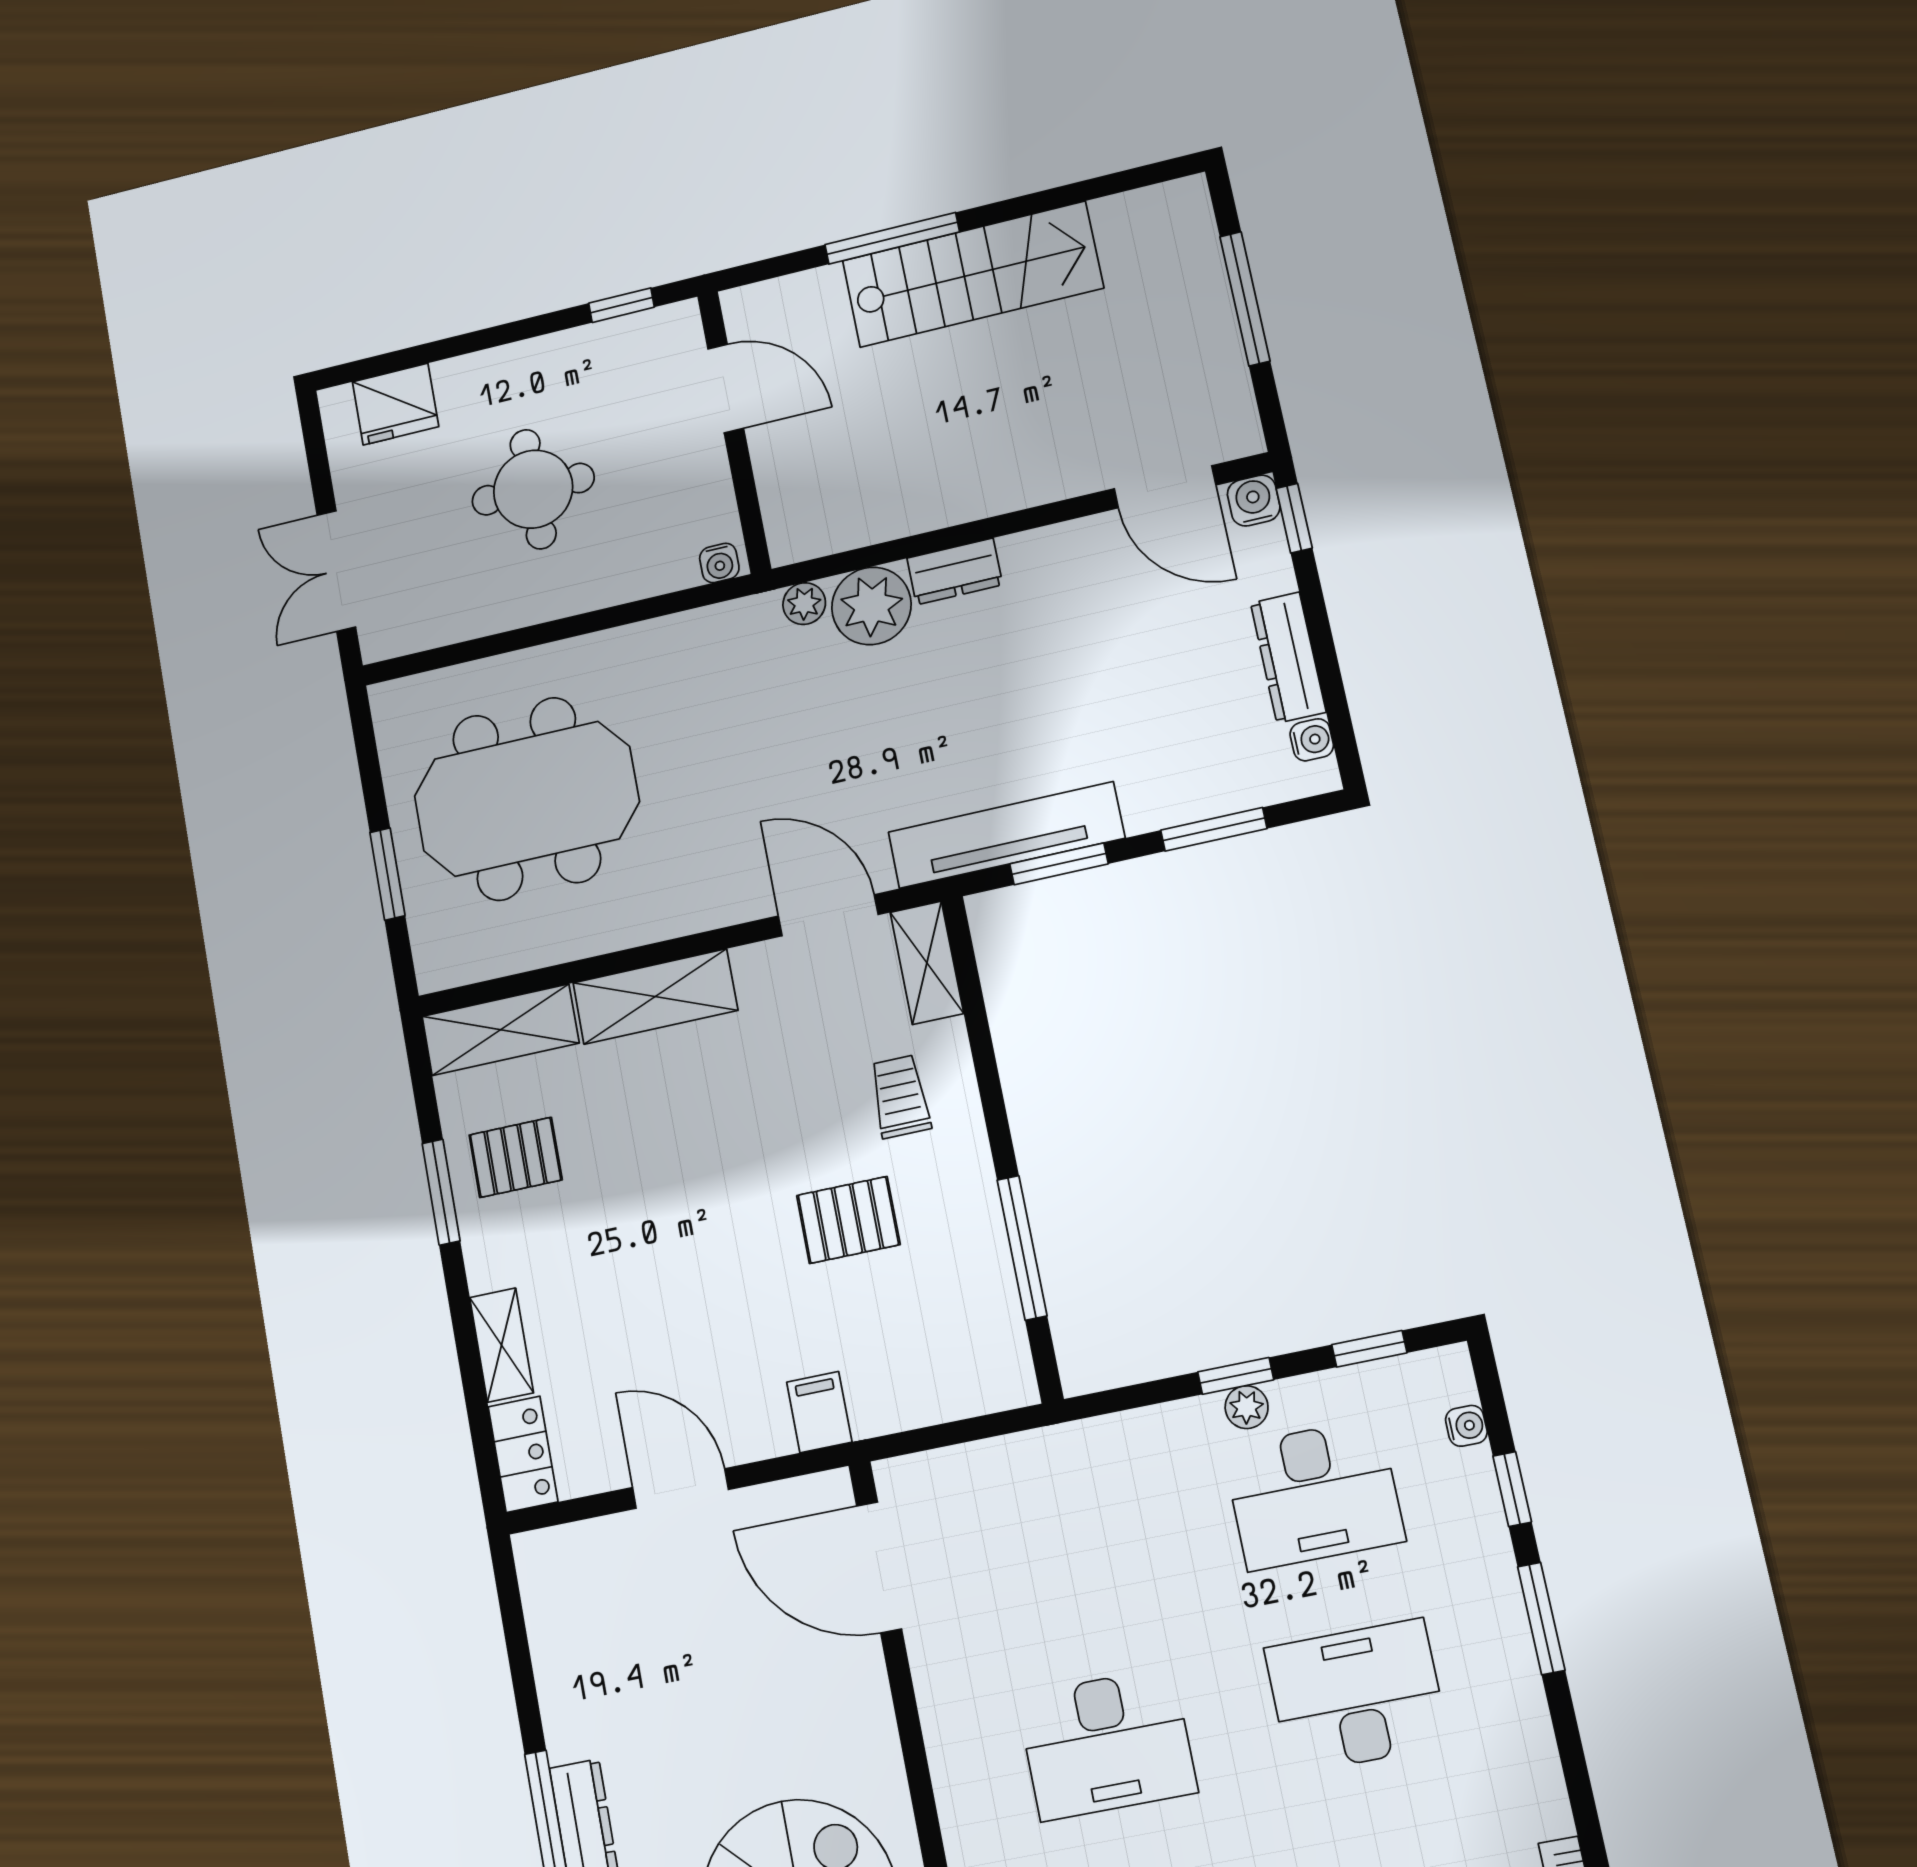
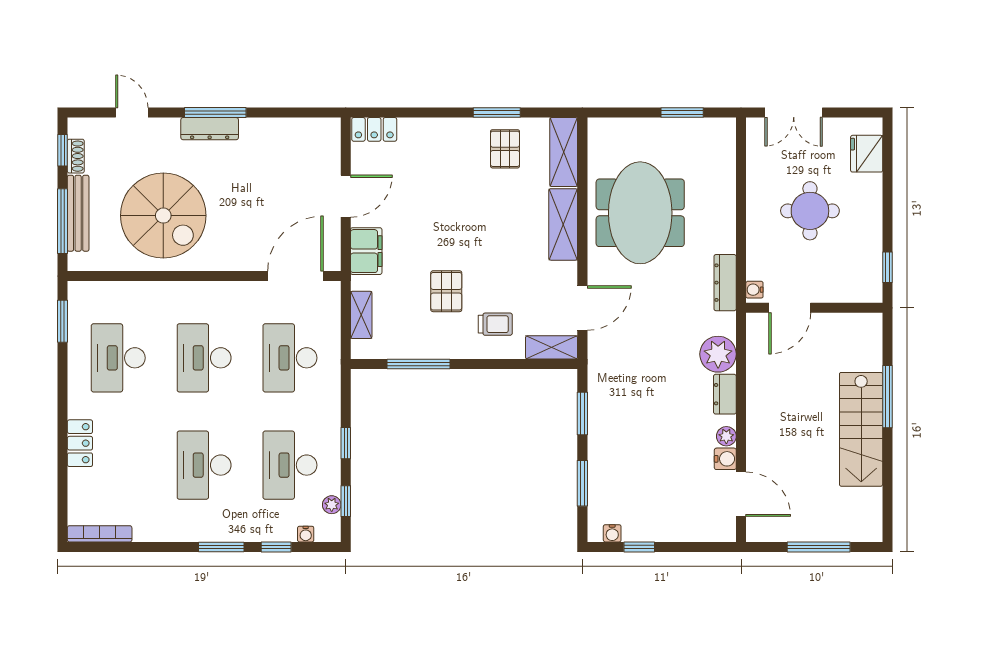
door: (726, 388) -> (790, 308), moved
door: (1165, 487) -> (741, 494), swing flipped
water cooler: (1254, 501) -> (725, 459), moved
window: (1294, 518) -> (639, 547), moved
double door: (336, 571) -> (794, 113), swing flipped
plant: (804, 604) -> (726, 436), moved
dresser: (1288, 657) -> (725, 283), moved, turned -90
meeting table: (527, 799) -> (640, 213), moved
tv unit: (1006, 835) -> (600, 393), removed
window: (387, 874) -> (682, 113), moved
shelving: (502, 1345) -> (361, 315), moved, turned 90
plant: (1247, 1407) -> (332, 505), moved
filing cabinet: (819, 1412) -> (366, 251), width x2.00
desk: (1067, 1543) -> (290, 358), added
desk: (1357, 1696) -> (204, 465), turned 180

